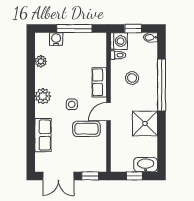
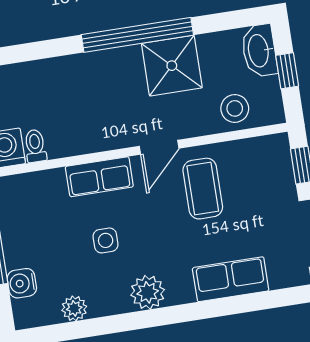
stool: (132, 78) -> (235, 108), moved
window: (162, 85) -> (137, 35), moved
side table: (72, 104) -> (106, 240), moved
door: (109, 112) -> (159, 147), hinge flipped

